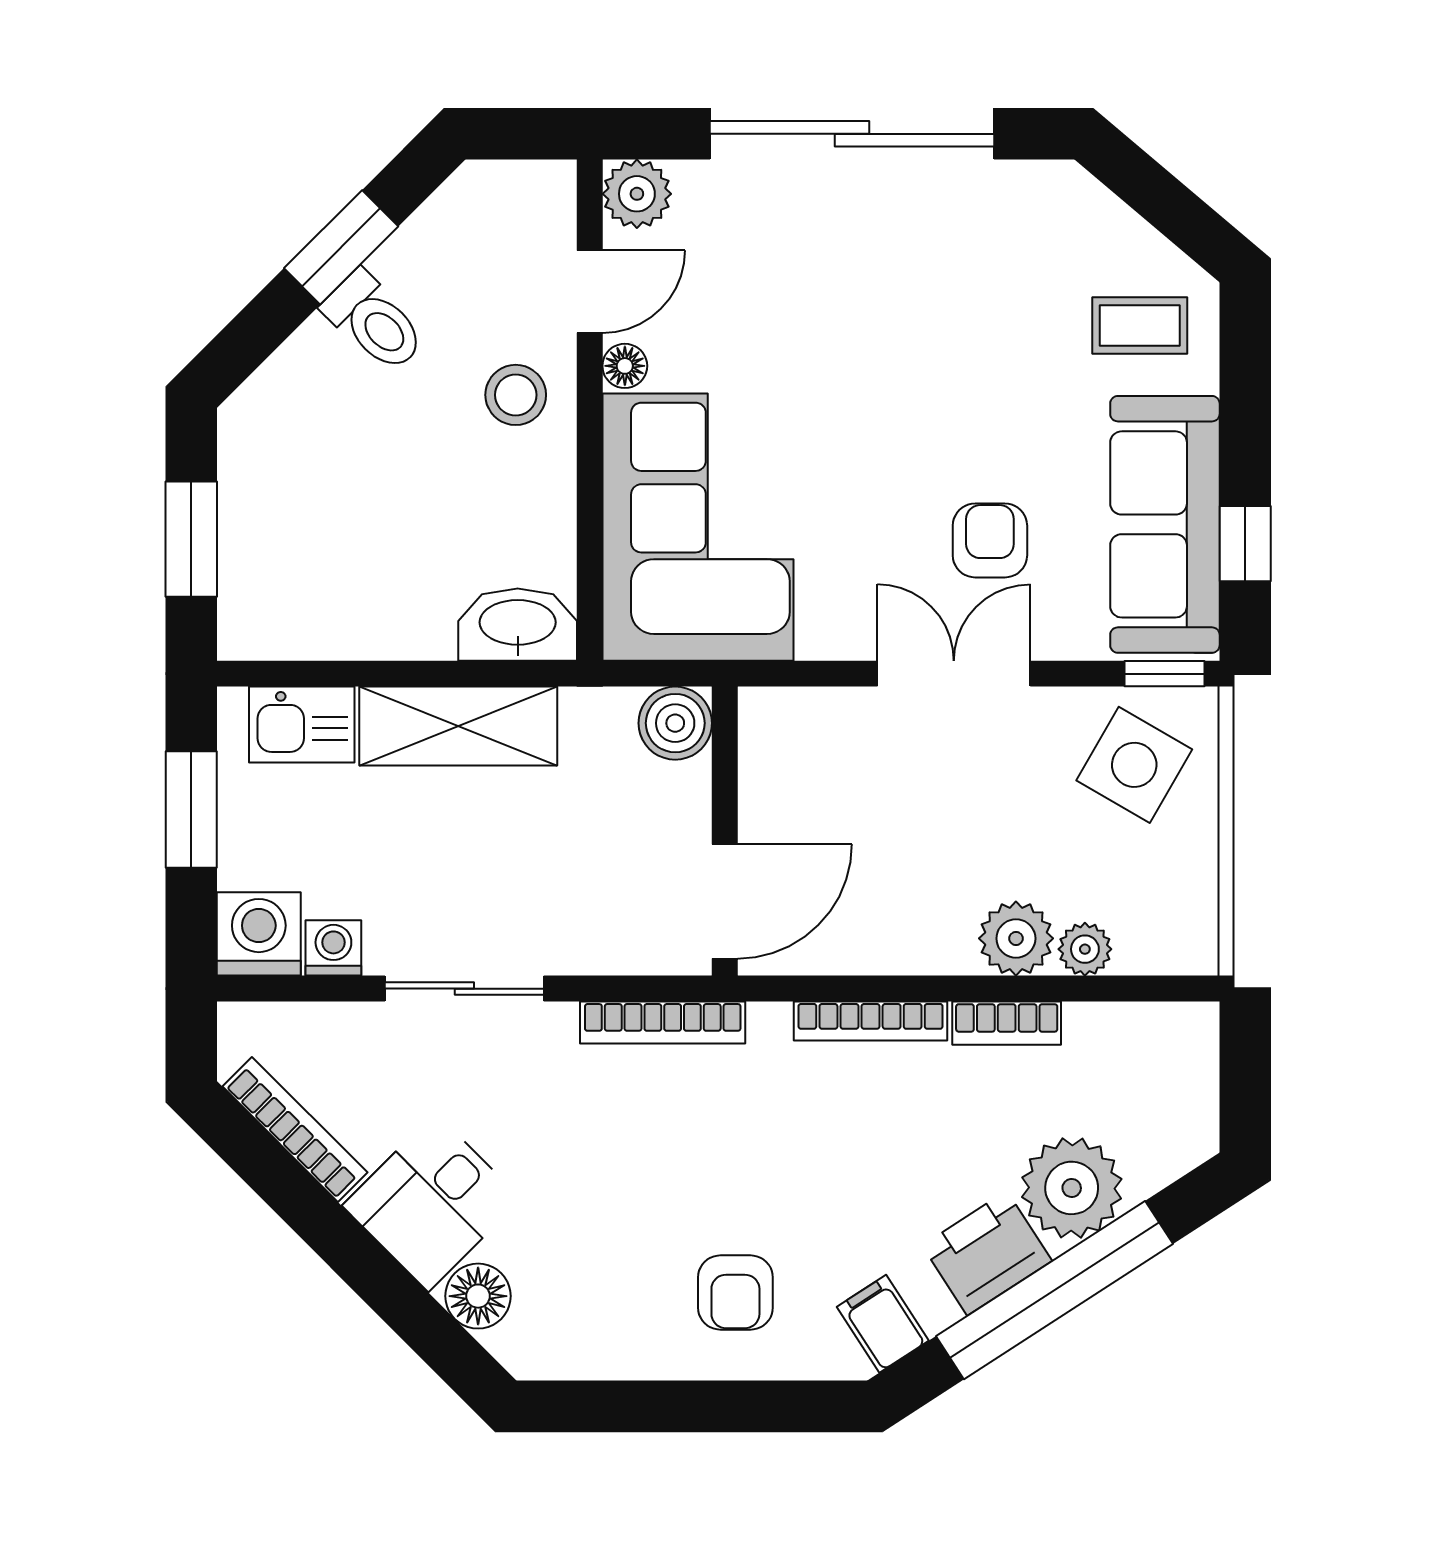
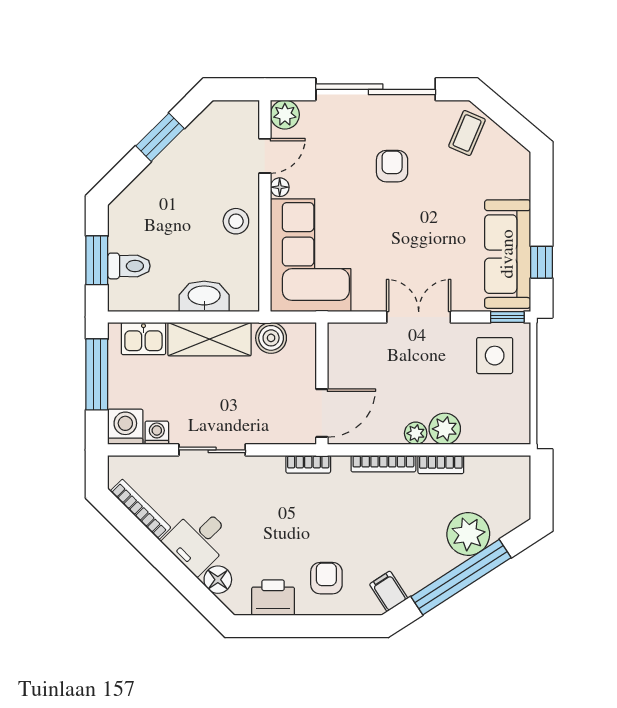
toilet: (374, 322) -> (129, 266), moved, turned -45
coffee table: (1140, 326) -> (467, 133), moved, turned -67
stool: (516, 395) -> (236, 221), moved
armchair: (990, 540) -> (392, 166), moved
washbasin: (518, 625) -> (204, 296), moved
boiler: (675, 723) -> (271, 338), moved
side table: (1134, 765) -> (495, 356), turned -30
window: (191, 809) -> (97, 374), width x1.44
plant: (1085, 949) -> (416, 433), moved
bookcase: (663, 1023) -> (308, 464), width x0.64
printer: (987, 1253) -> (273, 598), moved, turned 33
armchair: (735, 1292) -> (326, 578), turned 180

